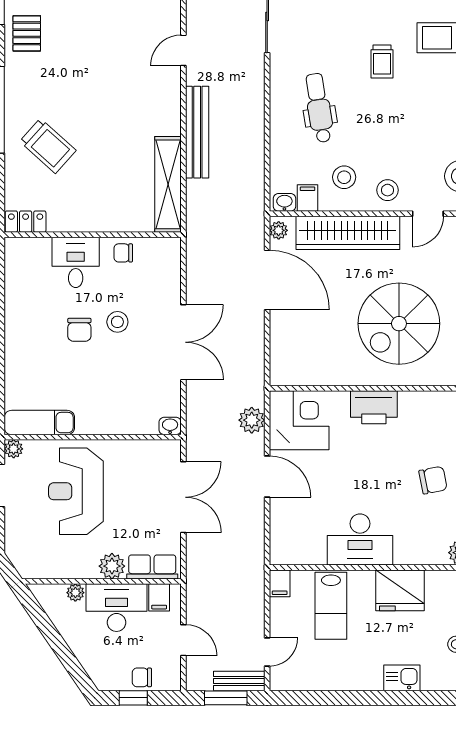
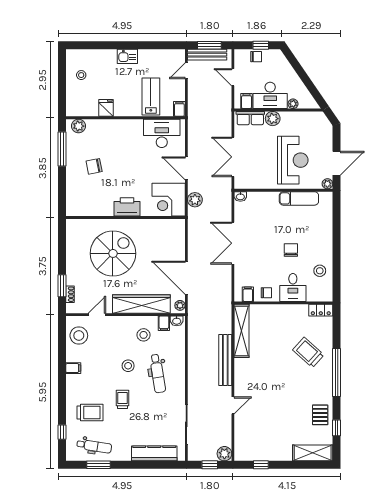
stool: (388, 190) -> (128, 366), moved
filing cabinet: (157, 250) -> (248, 294), added
stool: (117, 322) -> (320, 271), moved
exam couch: (39, 423) -> (299, 198), moved
desk: (360, 539) -> (162, 133), moved
fridge: (400, 590) -> (106, 108), width x0.53, depth x0.75
kitchen sink: (402, 678) -> (127, 56), moved
bench: (239, 681) -> (207, 55), width x1.36

